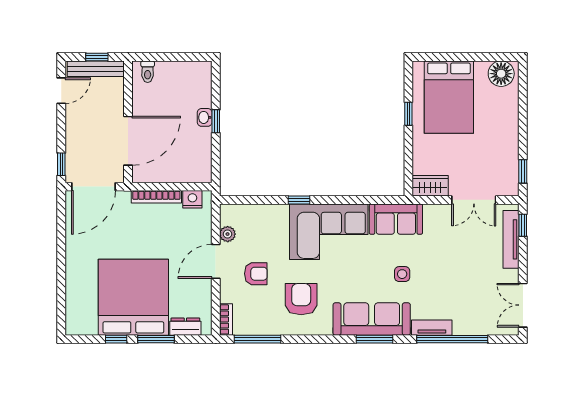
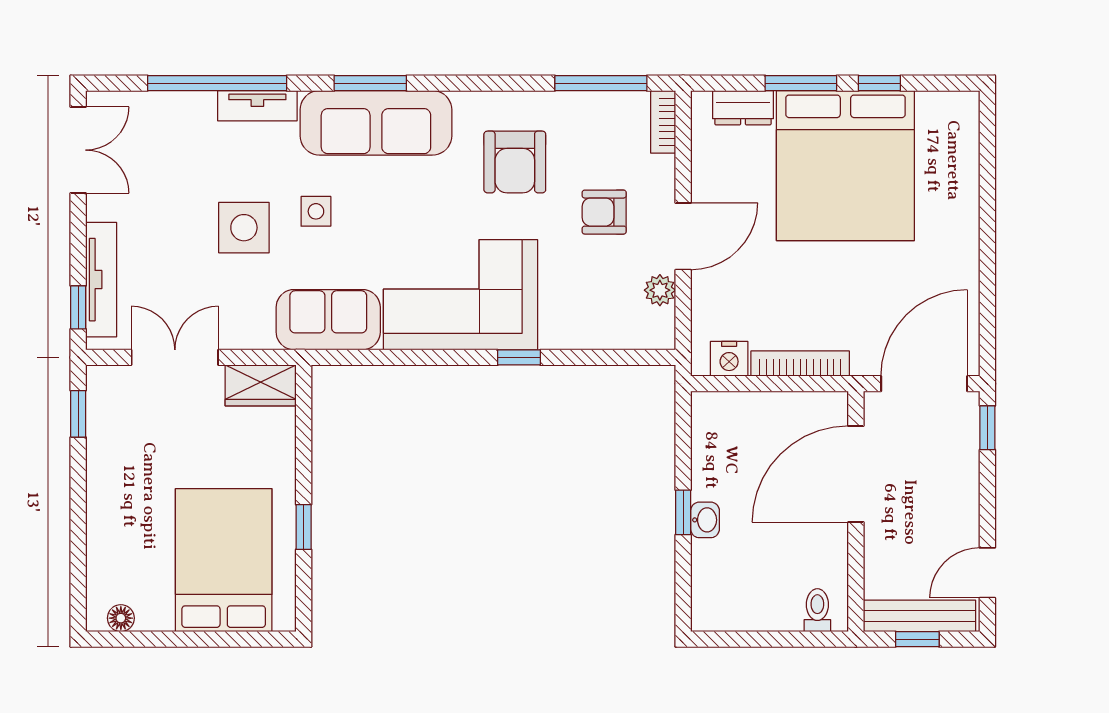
floor lamp: (501, 74) -> (121, 618), width x0.53, depth x0.53
side table: (439, 266) -> (244, 228), added

